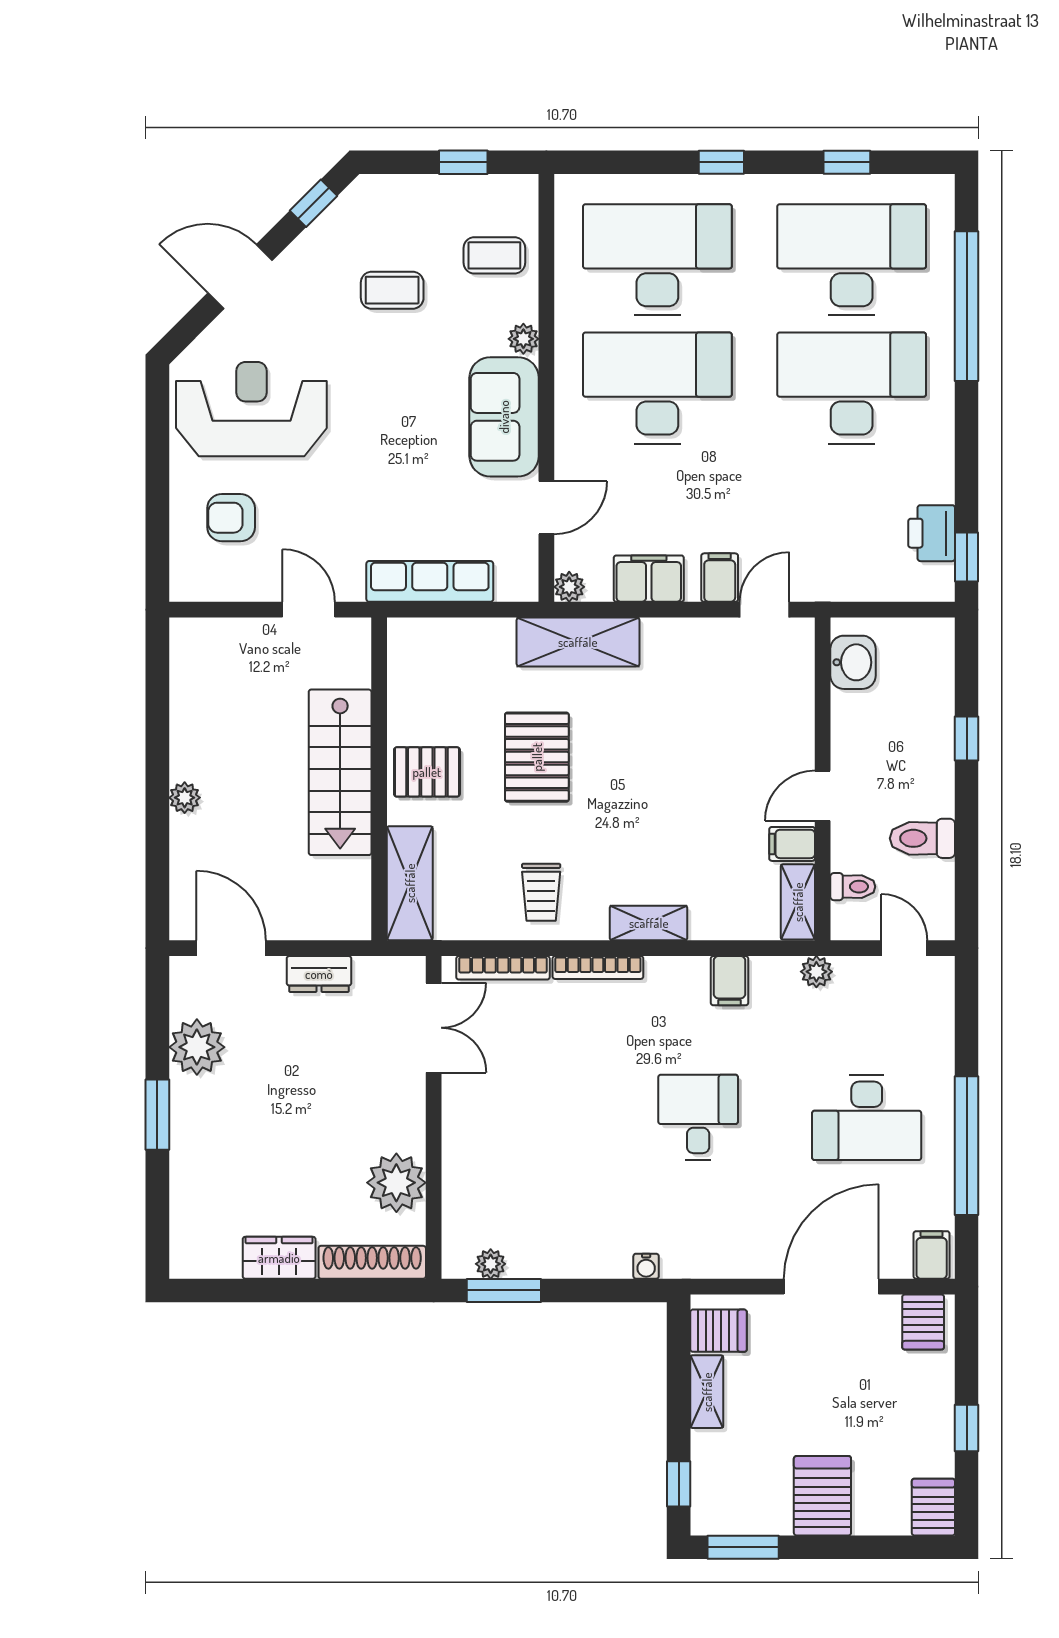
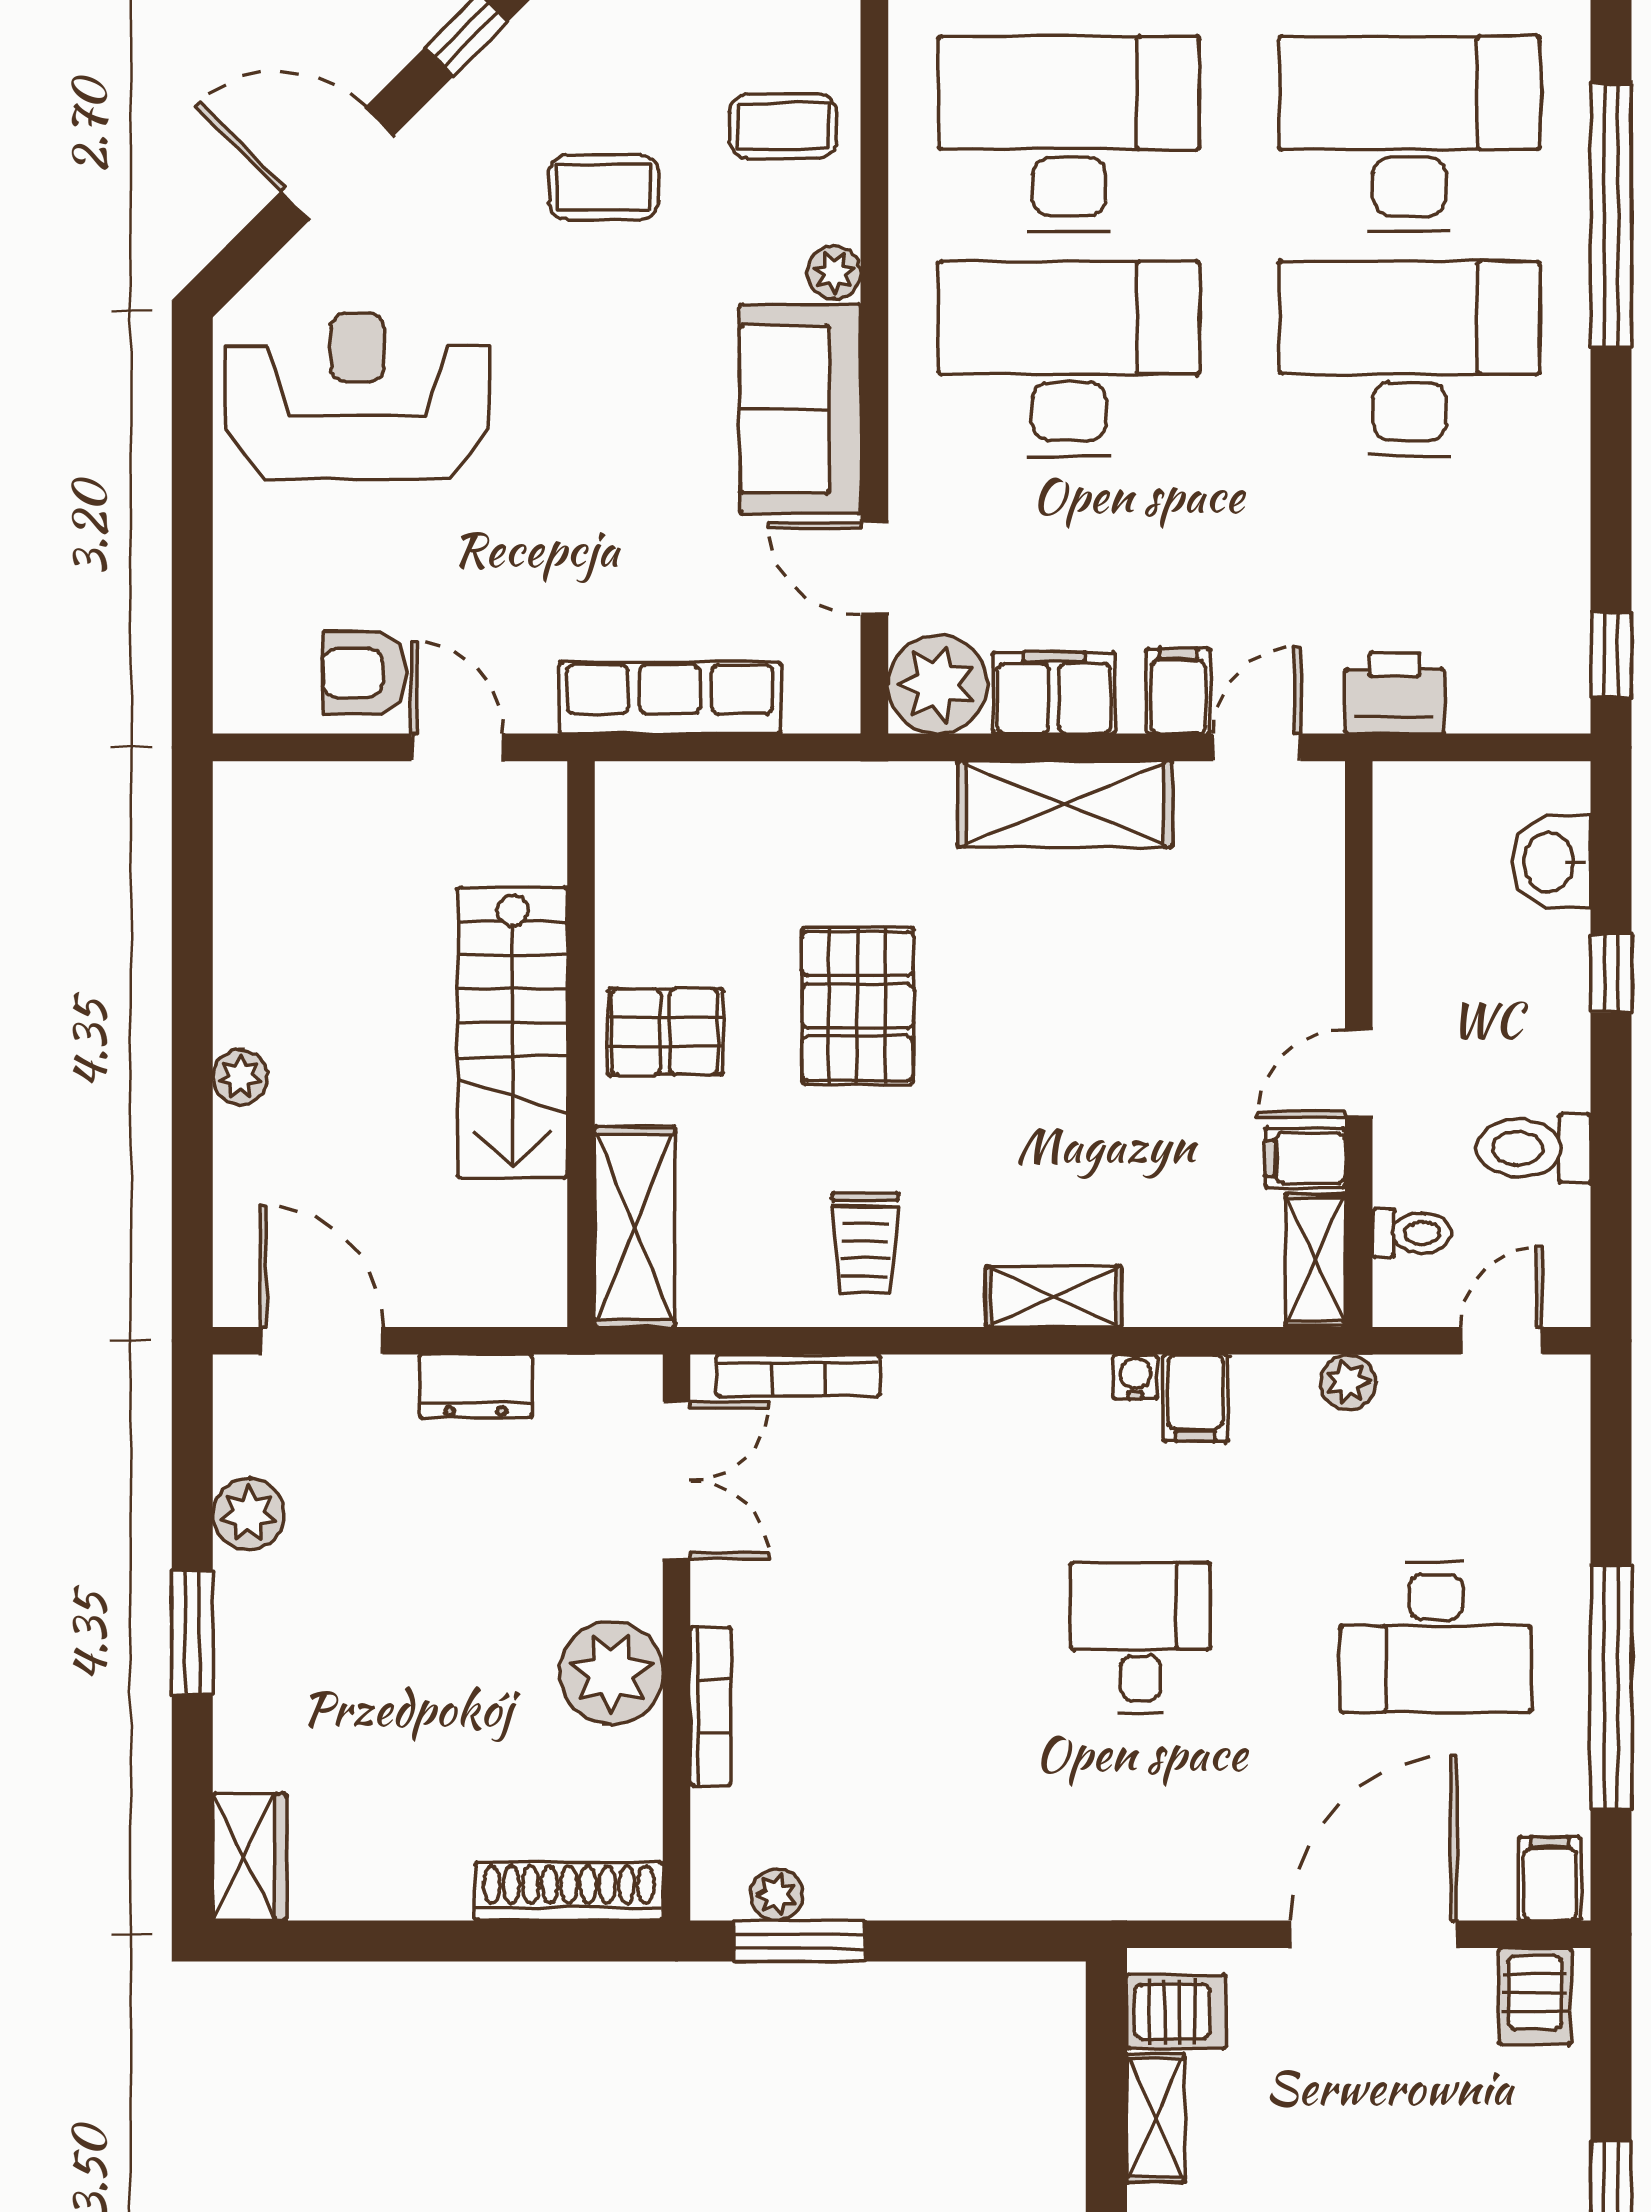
door: (546, 508) -> (874, 568), swing flipped
armchair: (231, 518) -> (364, 673), moved
printer: (932, 533) -> (1395, 693), moved, turned 90
plant: (569, 587) -> (938, 684), width x1.87, depth x1.87
shelving: (578, 642) -> (1065, 804), moved
washbasin: (853, 662) -> (1551, 862), moved, turned 180
door: (904, 948) -> (1502, 1341), hinge flipped
bookcase: (598, 968) -> (711, 1706), moved, turned -90
plant: (197, 1047) -> (248, 1514), width x0.73, depth x0.73
plant: (396, 1183) -> (611, 1673), moved
wardrobe: (279, 1258) -> (250, 1857), moved, turned 90
water cooler: (646, 1266) -> (1135, 1377), moved, turned 180

